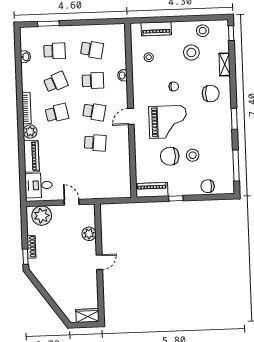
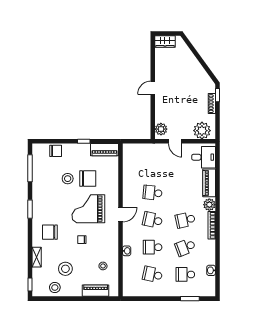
plant: (89, 234) -> (161, 129), moved

